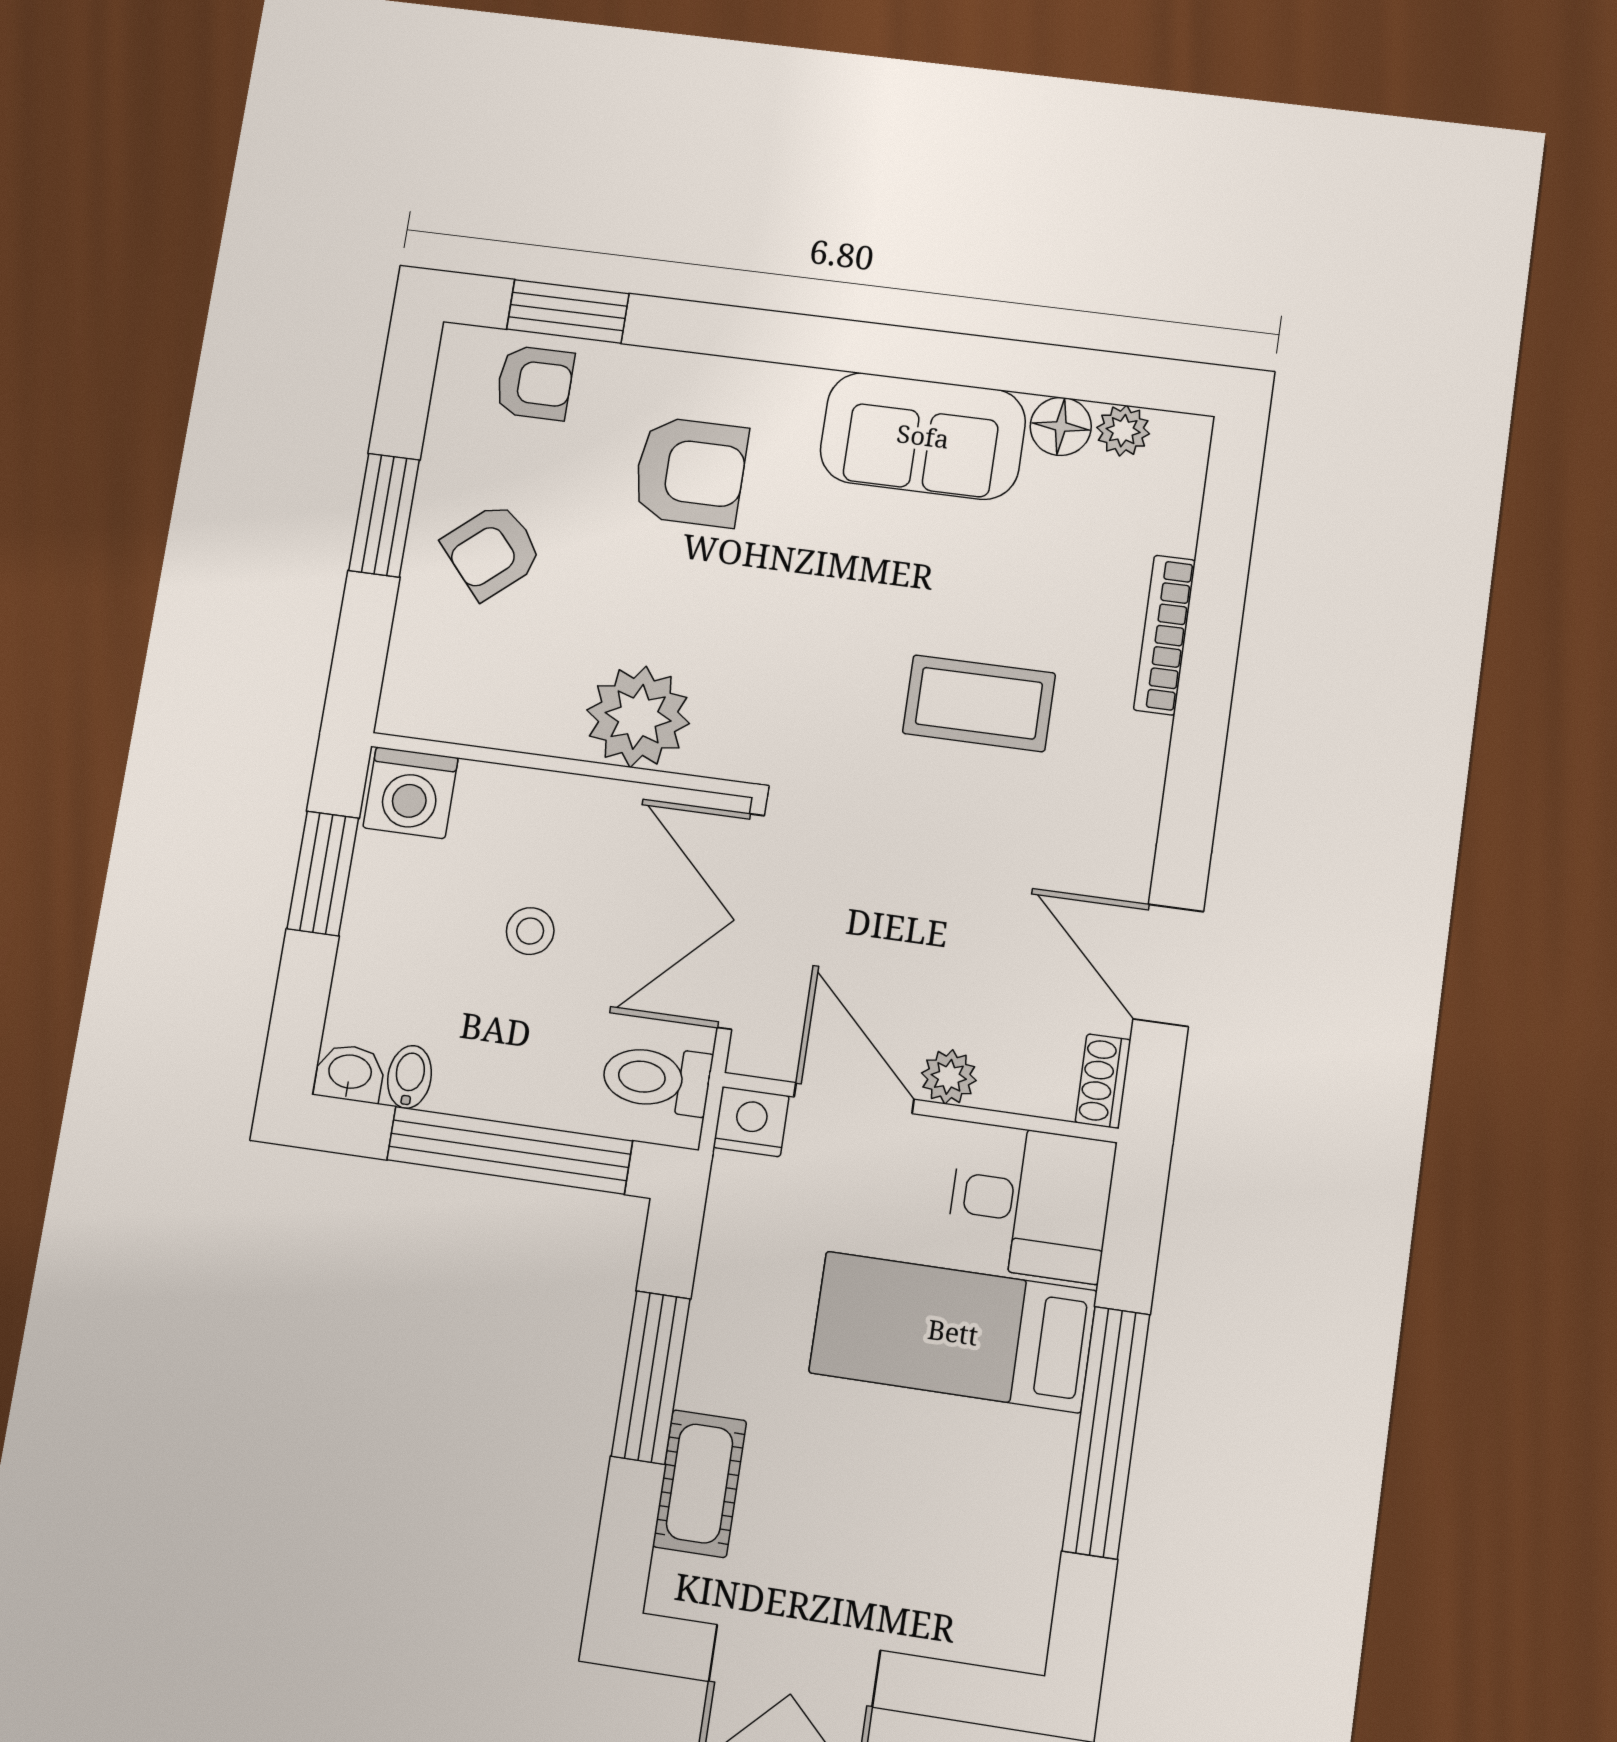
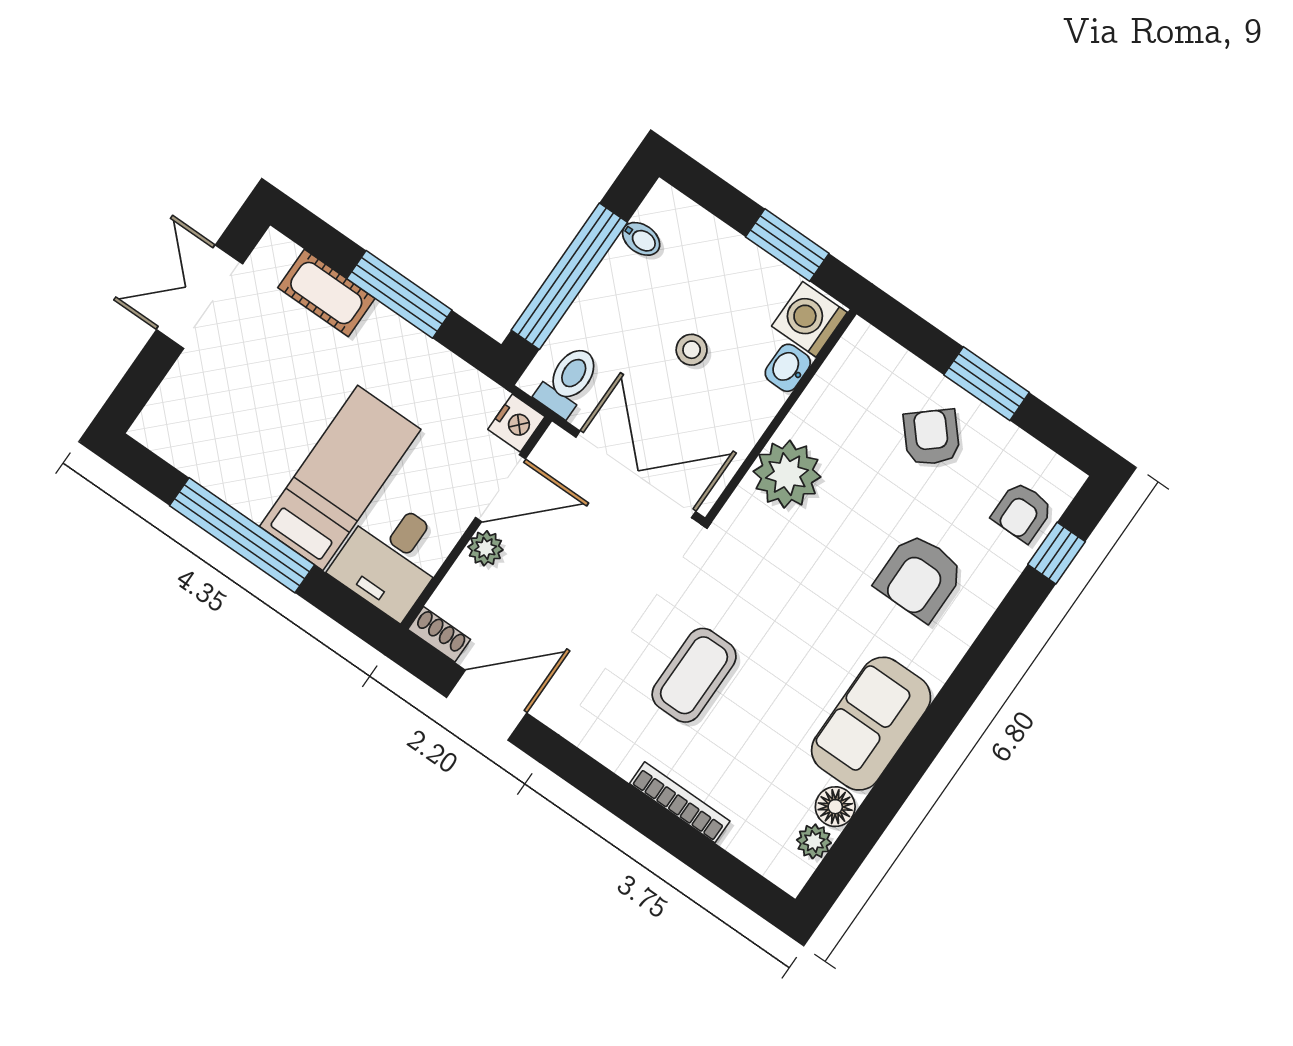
window: (568, 311) -> (1057, 553), width x0.67
washbasin: (350, 1073) -> (788, 368), moved, turned 180

